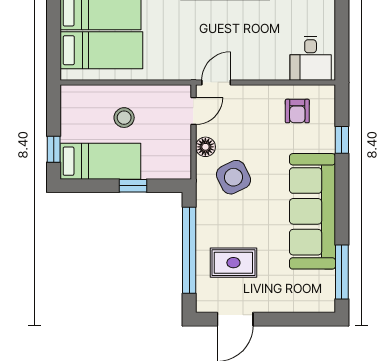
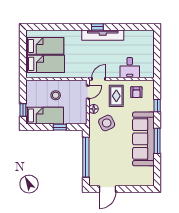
desk: (311, 58) -> (130, 68), moved
rug: (233, 263) -> (116, 96), moved, turned 90
window: (342, 272) -> (157, 141), moved

